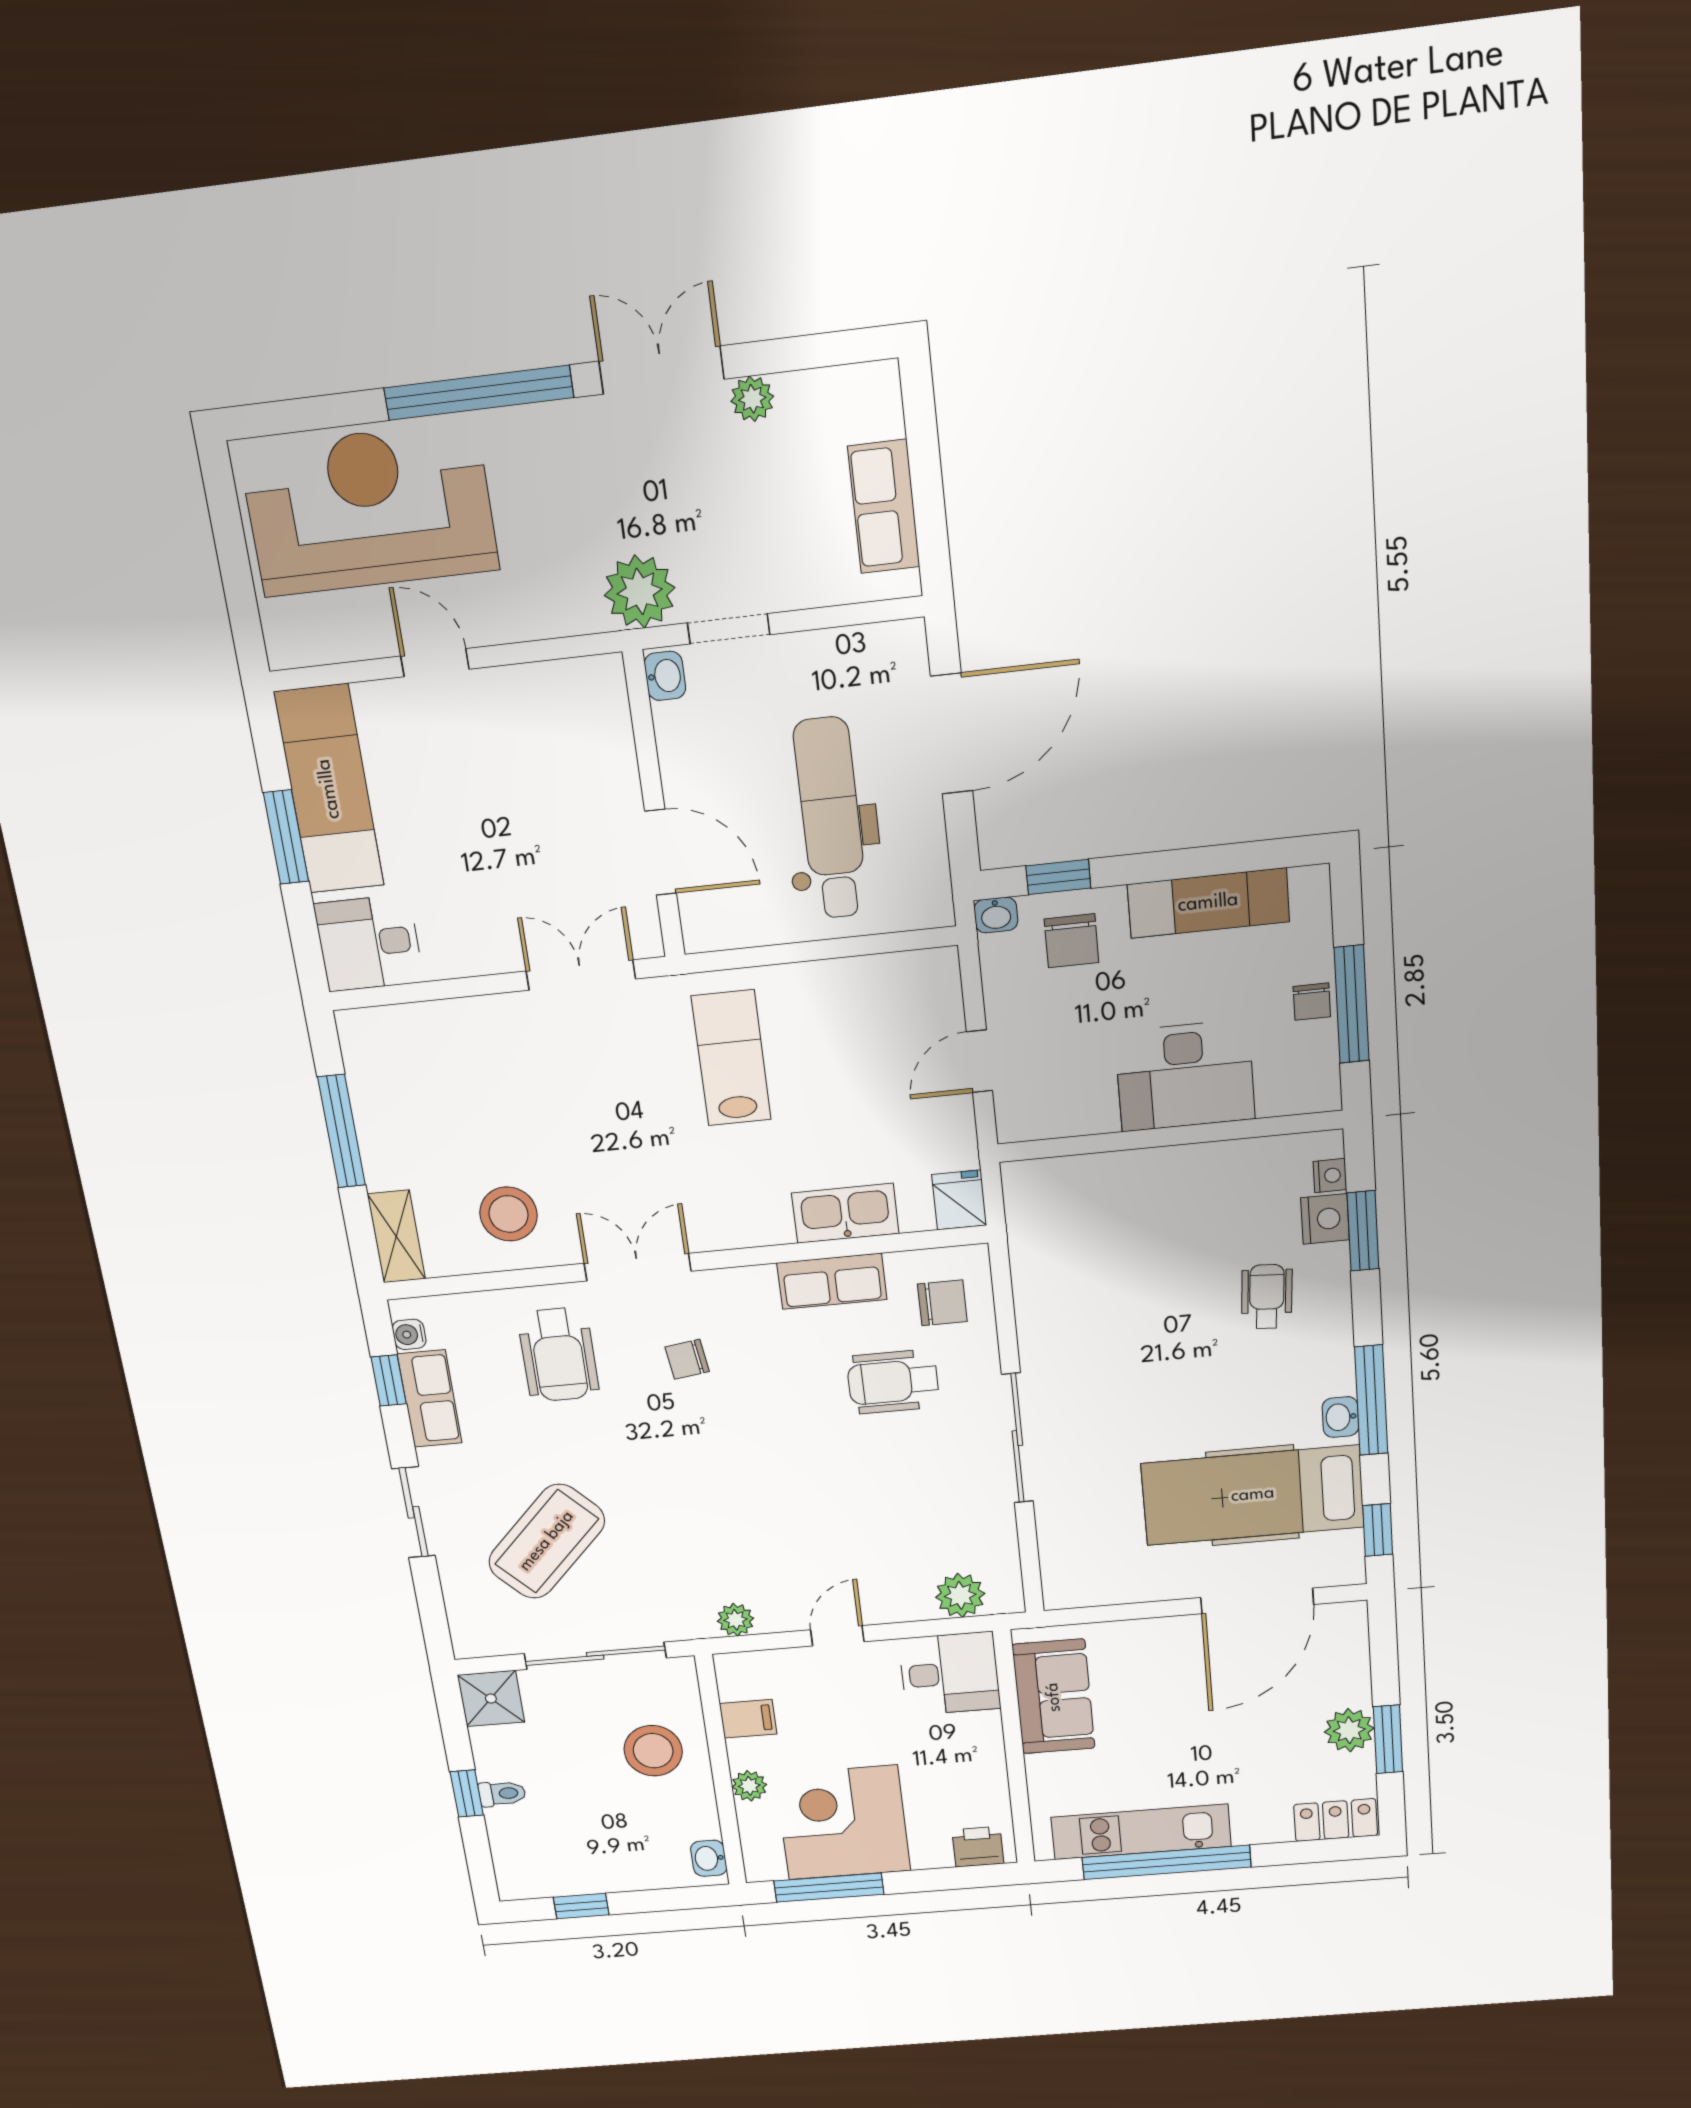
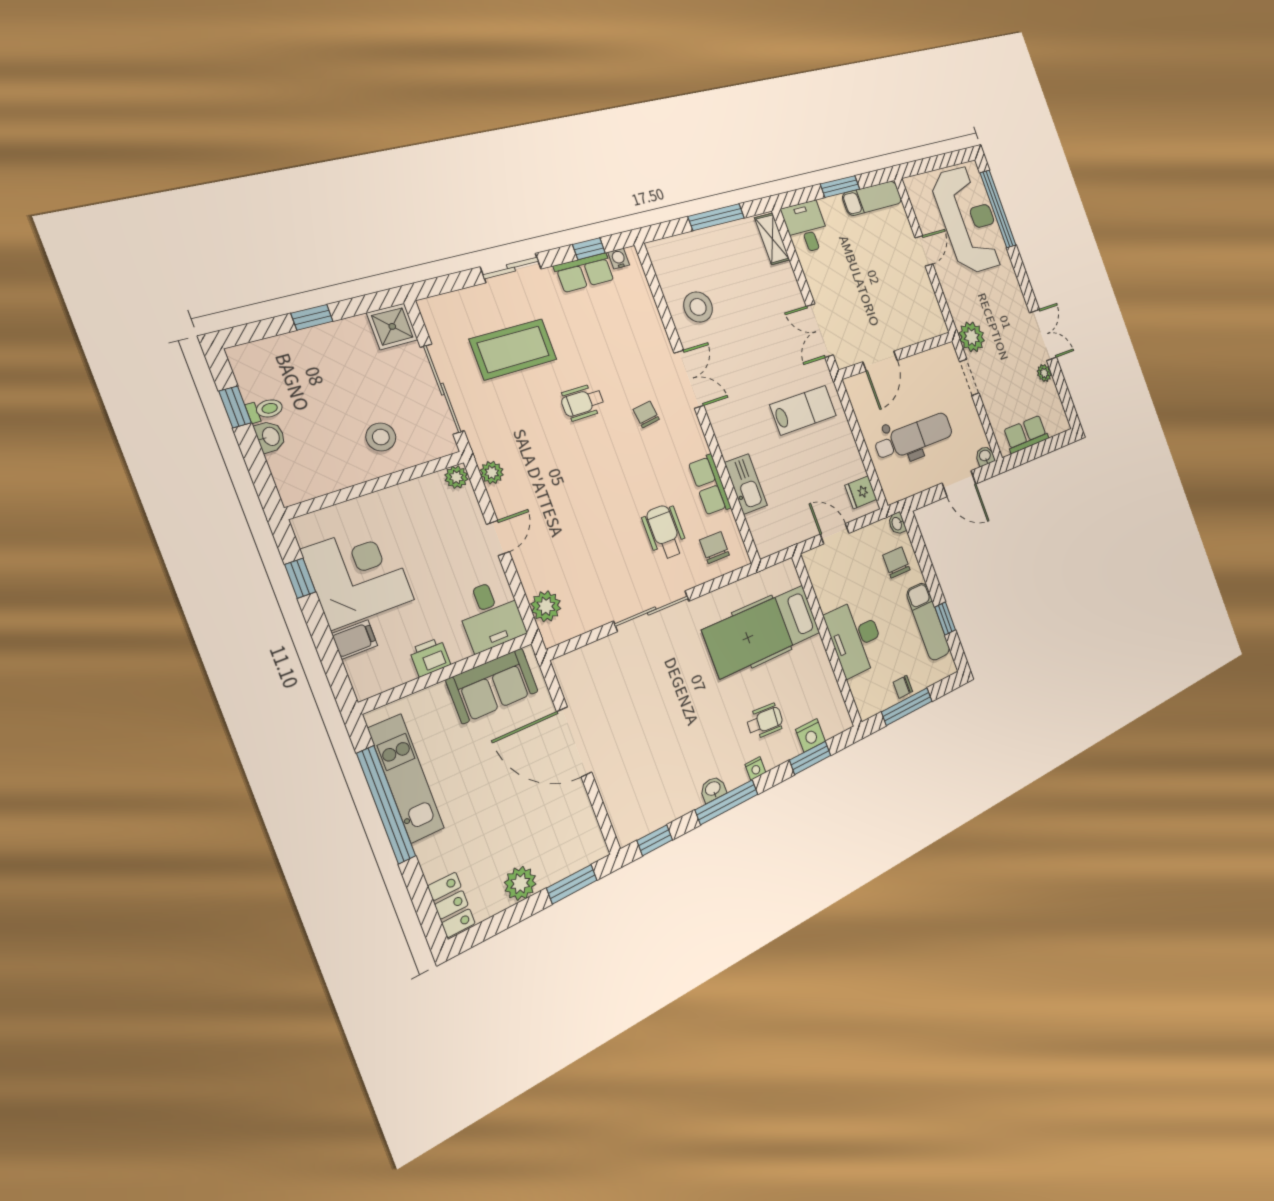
window: (479, 393) -> (998, 209), moved
washbasin: (665, 676) -> (985, 456), moved, turned 180
door: (952, 734) -> (959, 484), width x0.73
exam couch: (329, 789) -> (872, 198), width x0.73, depth x0.69
window: (1058, 877) -> (945, 619), moved
chair: (1072, 941) -> (896, 562), turned 90
double door: (581, 975) -> (820, 331), swing flipped
nightstand: (1330, 1176) -> (755, 768), moved
fridge: (959, 1200) -> (861, 492), moved, turned 180
shelving: (396, 1236) -> (772, 239), moved, turned 90
chair: (942, 1303) -> (715, 547), turned 180
wheelchair: (558, 1355) -> (583, 402), moved, width x0.73, depth x0.73
hospital bed: (1253, 1495) -> (762, 631), moved, turned -90
coffee table: (547, 1541) -> (513, 349), turned -45
door: (1257, 1601) -> (574, 742), moved
door: (837, 1636) -> (498, 538), hinge flipped
filing cabinet: (748, 1719) -> (355, 640), moved, turned -90
window: (1388, 1739) -> (572, 884), moved
stool: (653, 1751) -> (381, 437), width x0.73, depth x0.73
plant: (749, 1786) -> (456, 477), moved
toilet: (502, 1794) -> (265, 410), moved, turned -90
printer: (978, 1847) -> (430, 657), moved, turned -90
washbasin: (709, 1858) -> (270, 437), moved, turned 90
window: (829, 1888) -> (300, 578), width x0.46

